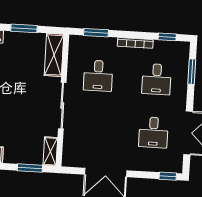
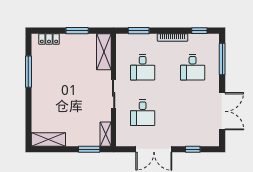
window: (192, 72) -> (222, 59), width x1.44
sliding door: (62, 106) -> (114, 94), width x0.73
desk: (153, 132) -> (143, 113), moved
window: (168, 176) -> (193, 149), moved

